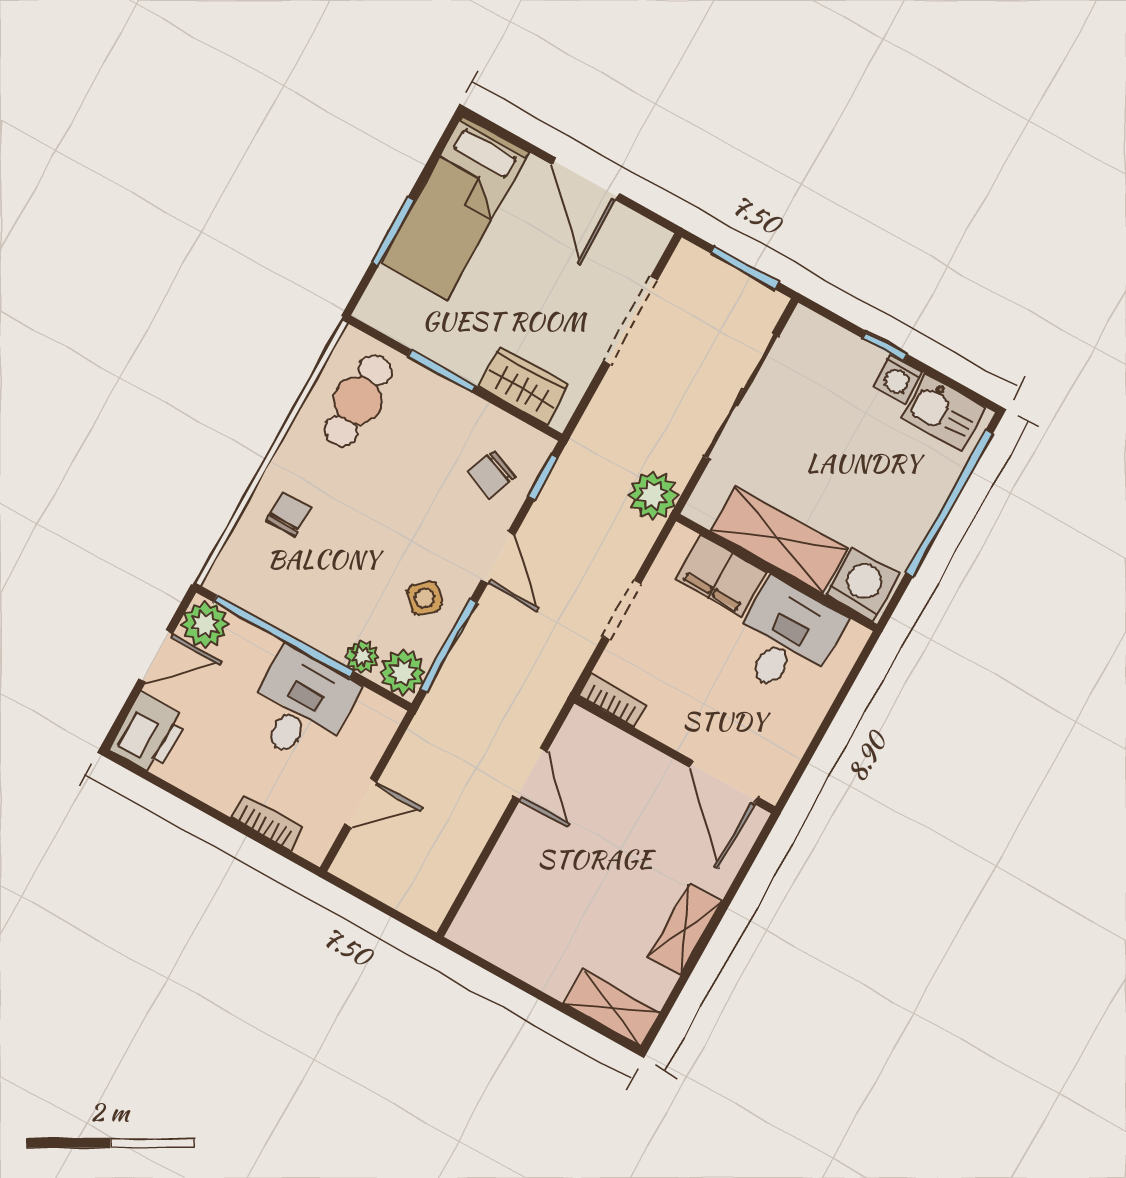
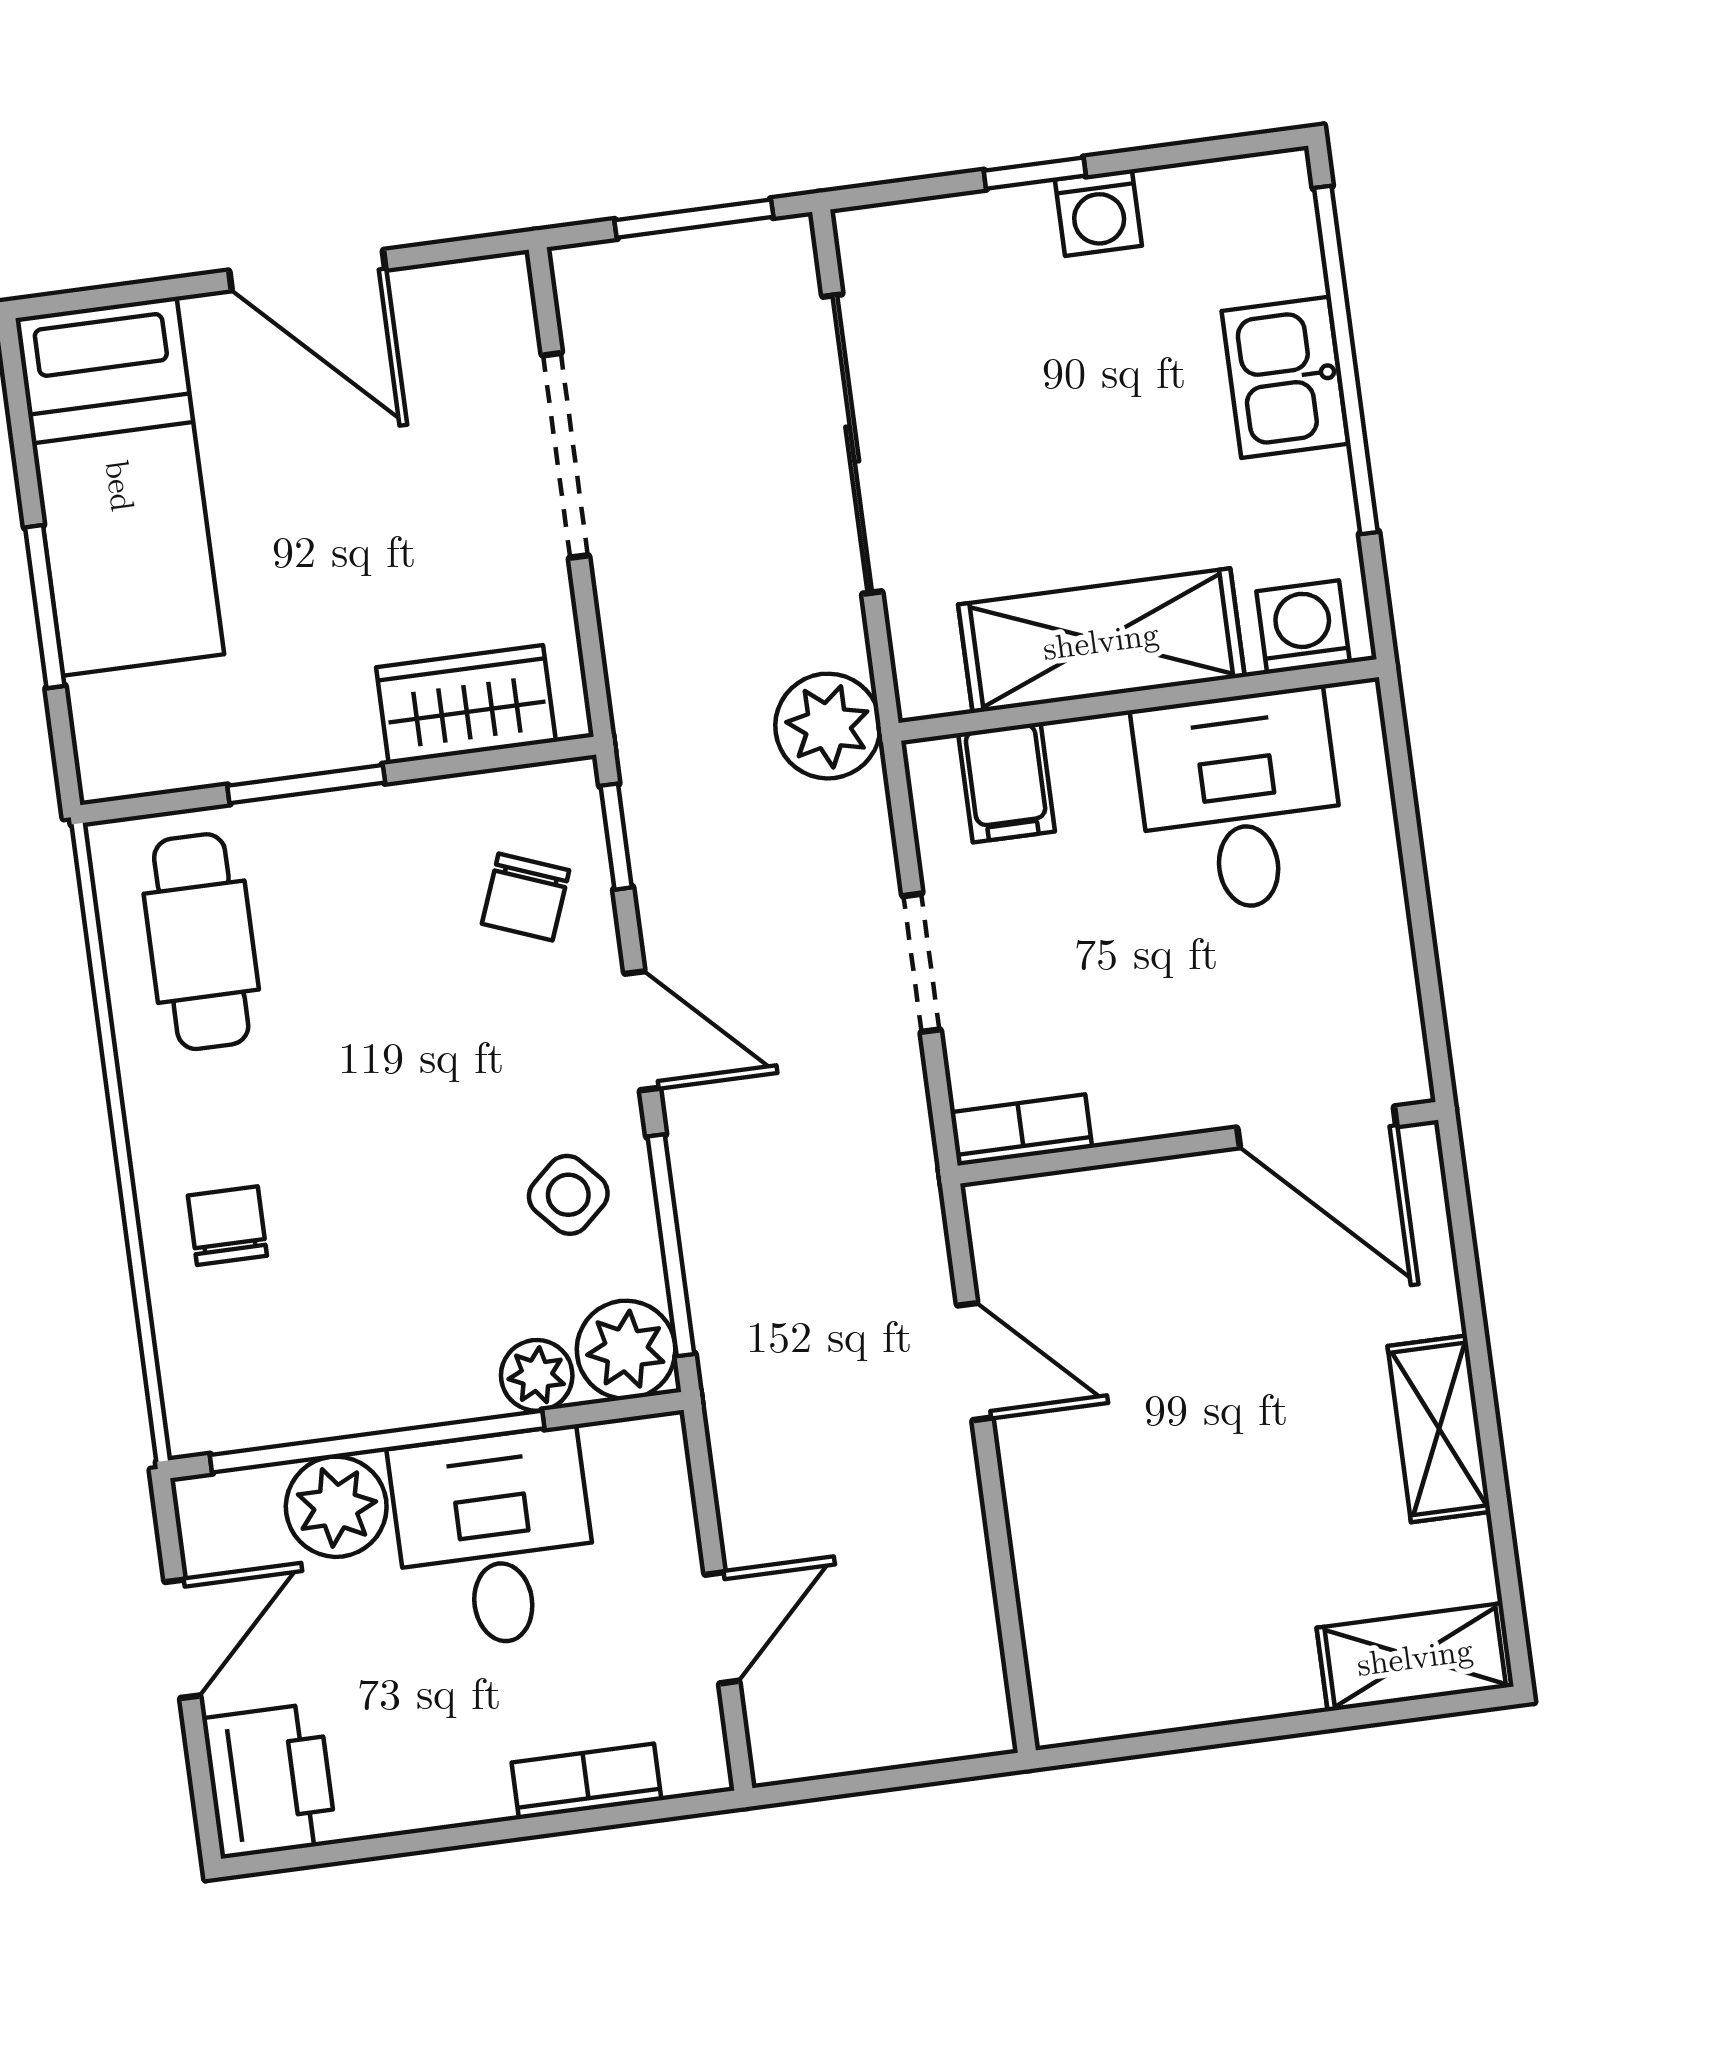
kitchen sink: (943, 412) -> (1285, 377), moved, turned 90
filing cabinet: (721, 576) -> (1007, 782), width x0.50
washing machine: (862, 585) -> (1303, 627), width x0.73, depth x0.73
plant: (205, 625) -> (336, 1507), moved

